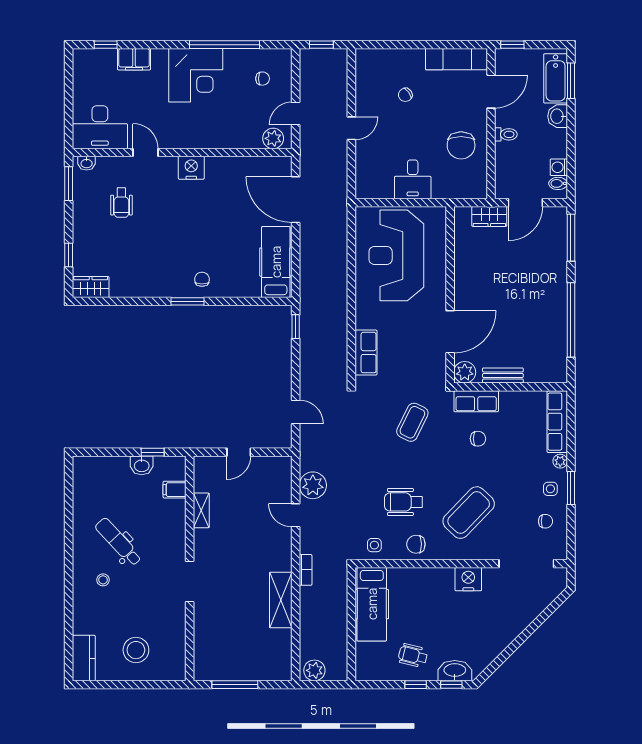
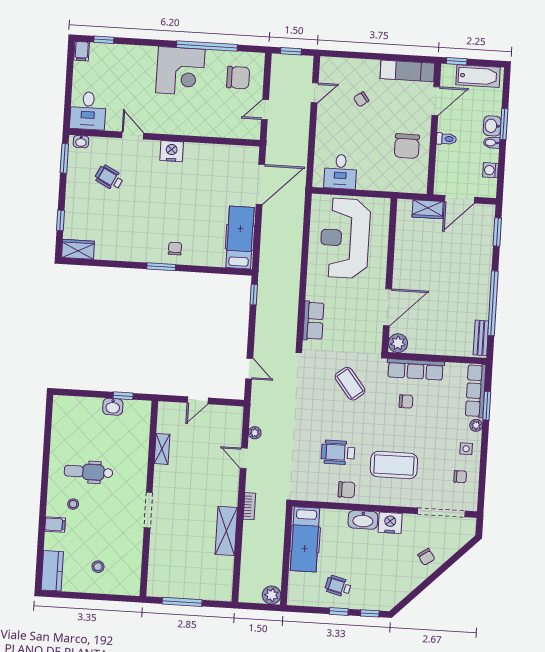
filing cabinet: (134, 59) -> (82, 51), moved, width x0.50
bathtub: (556, 78) -> (478, 76), moved, turned -90
chair: (263, 79) -> (238, 78), width x1.87, depth x1.87
window: (571, 81) -> (504, 124), moved
desk: (100, 127) -> (88, 111), width x0.73
door: (351, 128) -> (315, 93), moved
plant: (273, 138) -> (244, 130), removed
desk: (413, 179) -> (340, 172), moved
bidet: (558, 183) -> (492, 143), moved
door: (296, 200) -> (260, 184), swing flipped
wheelchair: (121, 203) -> (109, 178), turned 117
window: (571, 238) -> (497, 232), width x0.69
bench: (503, 375) -> (481, 338), moved, turned 90
row of seats: (476, 401) -> (416, 369), width x1.48
coffee table: (412, 422) -> (350, 384), turned -64
plant: (313, 485) -> (255, 433), width x0.53, depth x0.53
window: (571, 488) -> (487, 406), moved
filing cabinet: (175, 490) -> (55, 525), moved, turned 180
coffee table: (469, 513) -> (394, 465), turned 46
dental chair: (118, 542) -> (89, 472), turned -47
chair: (416, 544) -> (347, 490), turned 180
side table: (374, 545) -> (310, 488), removed
chair: (512, 616) -> (426, 557), added
stool: (136, 650) -> (98, 567), width x0.53, depth x0.53
plant: (314, 670) -> (272, 595), moved
washbasin: (455, 671) -> (363, 520), moved, turned 180

